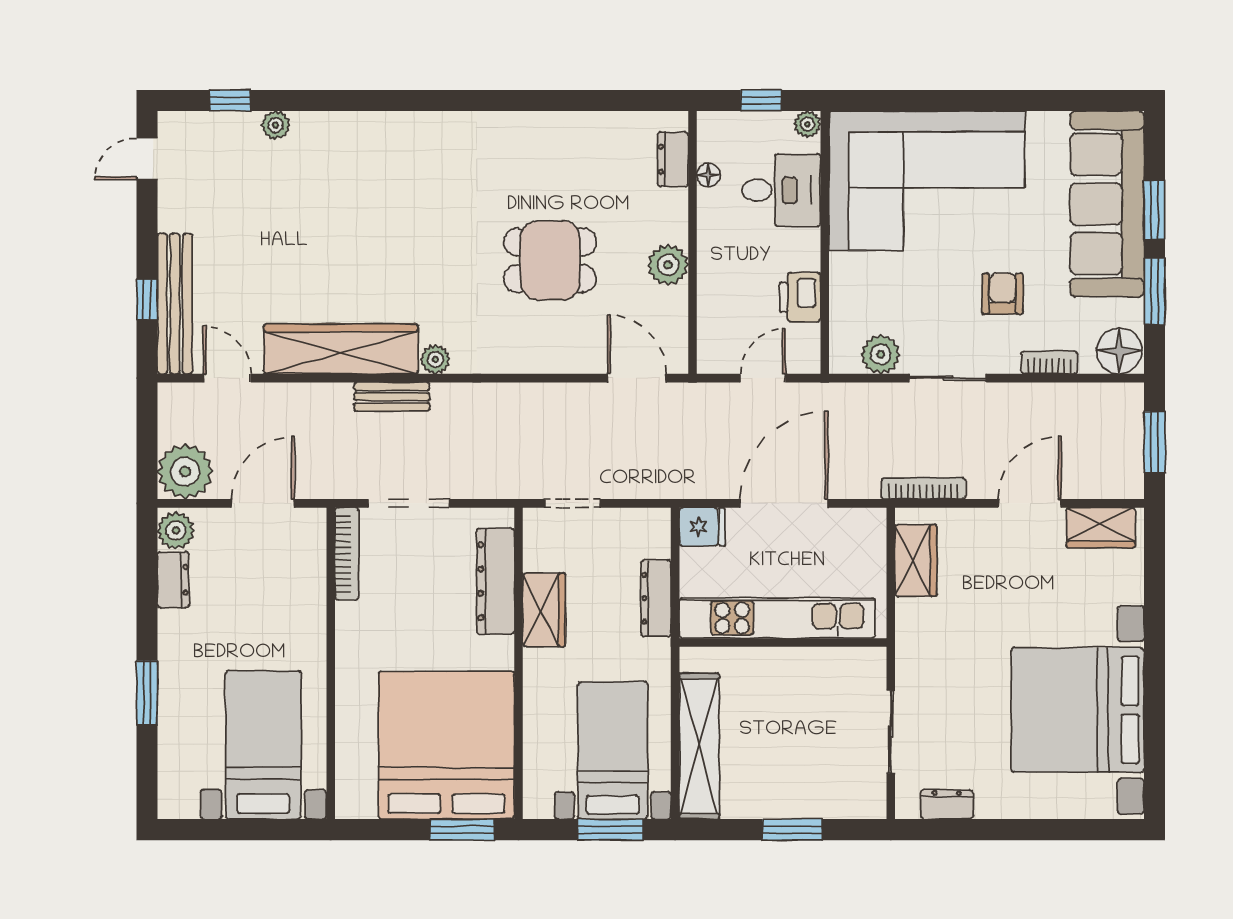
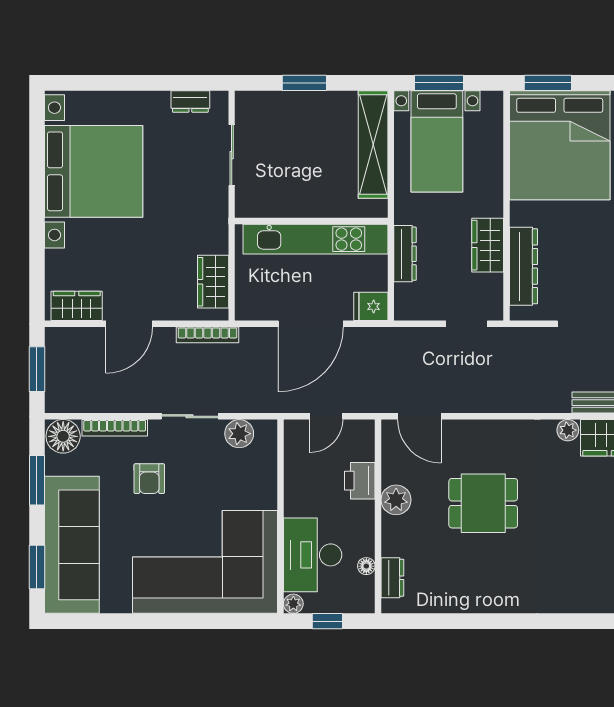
desk: (781, 190) -> (313, 555), width x1.37
window: (1154, 210) -> (37, 567), moved
printer: (800, 297) -> (360, 481), moved, turned 180
bookcase: (1049, 363) -> (115, 428), width x1.56

